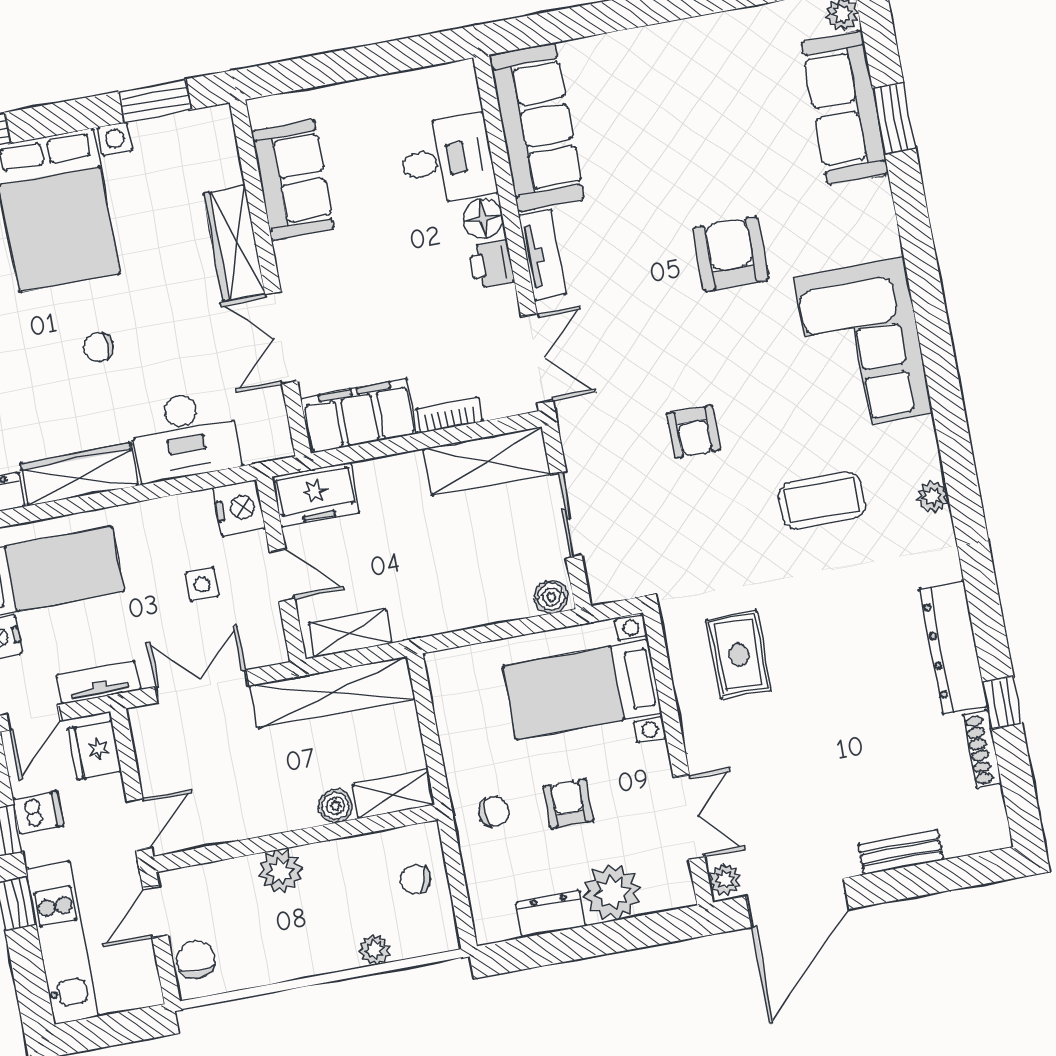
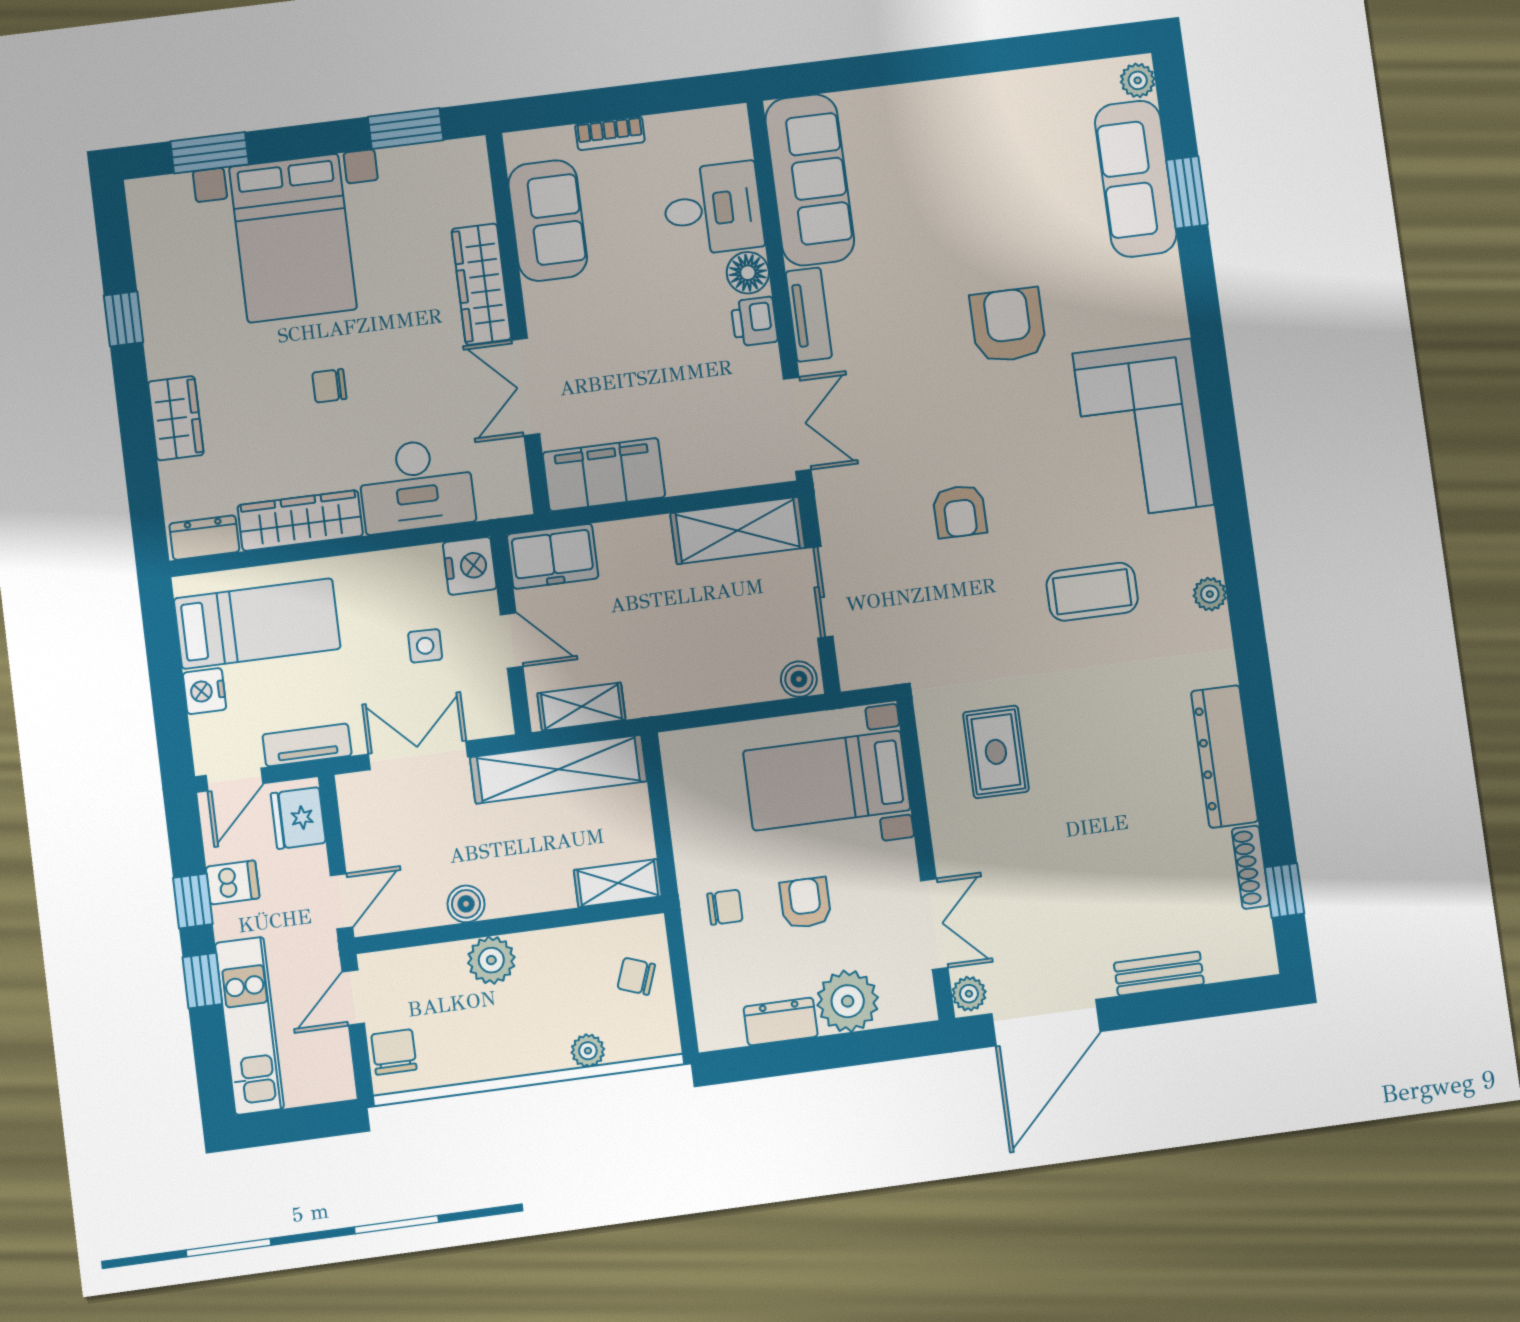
bookcase: (449, 415) -> (610, 133), moved, turned 180
window: (1002, 703) -> (1284, 890), moved
boiler: (336, 806) -> (466, 904), moved

